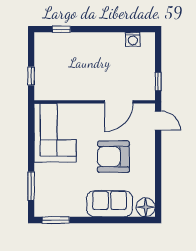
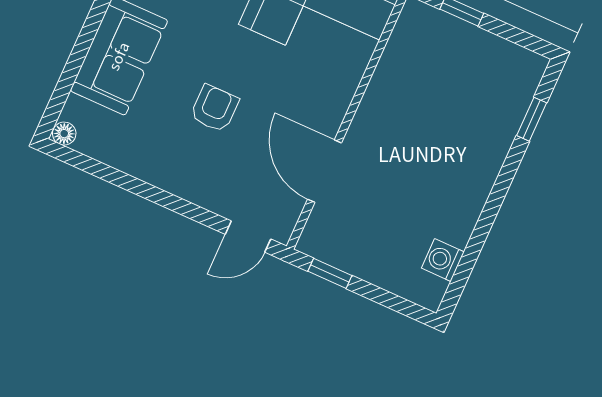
armchair: (113, 157) -> (214, 108), width x0.53, depth x0.53
floor lamp: (146, 207) -> (64, 134), width x0.53, depth x0.53

